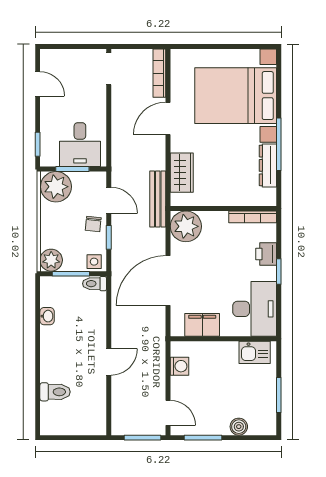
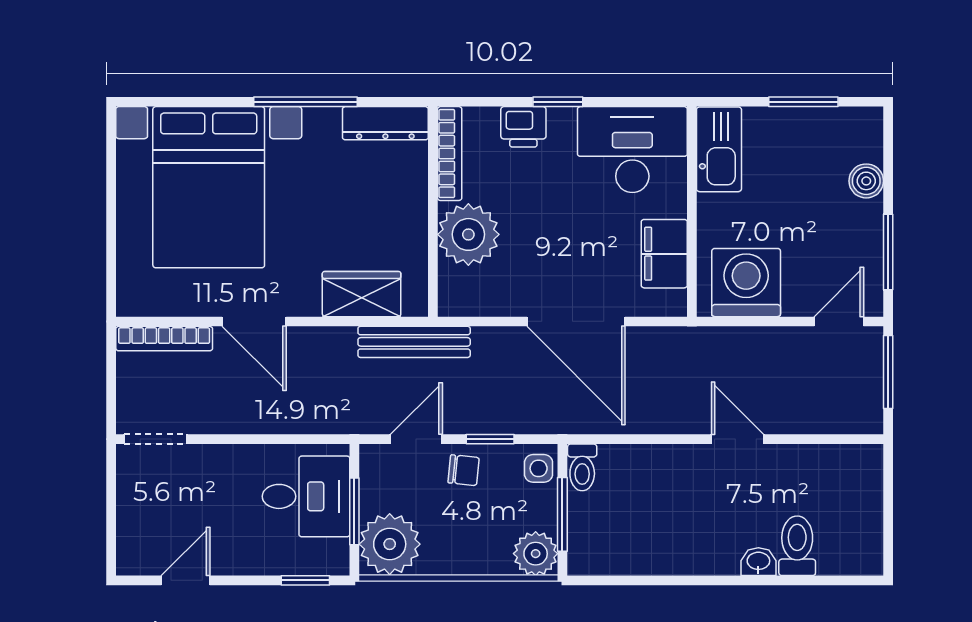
dresser: (268, 165) -> (385, 123), moved
plant: (186, 226) -> (468, 234), moved
washbasin: (47, 316) -> (758, 562), moved
kitchen sink: (255, 352) -> (719, 149), width x1.38
washing machine: (180, 366) -> (746, 283), width x1.89, depth x1.89

